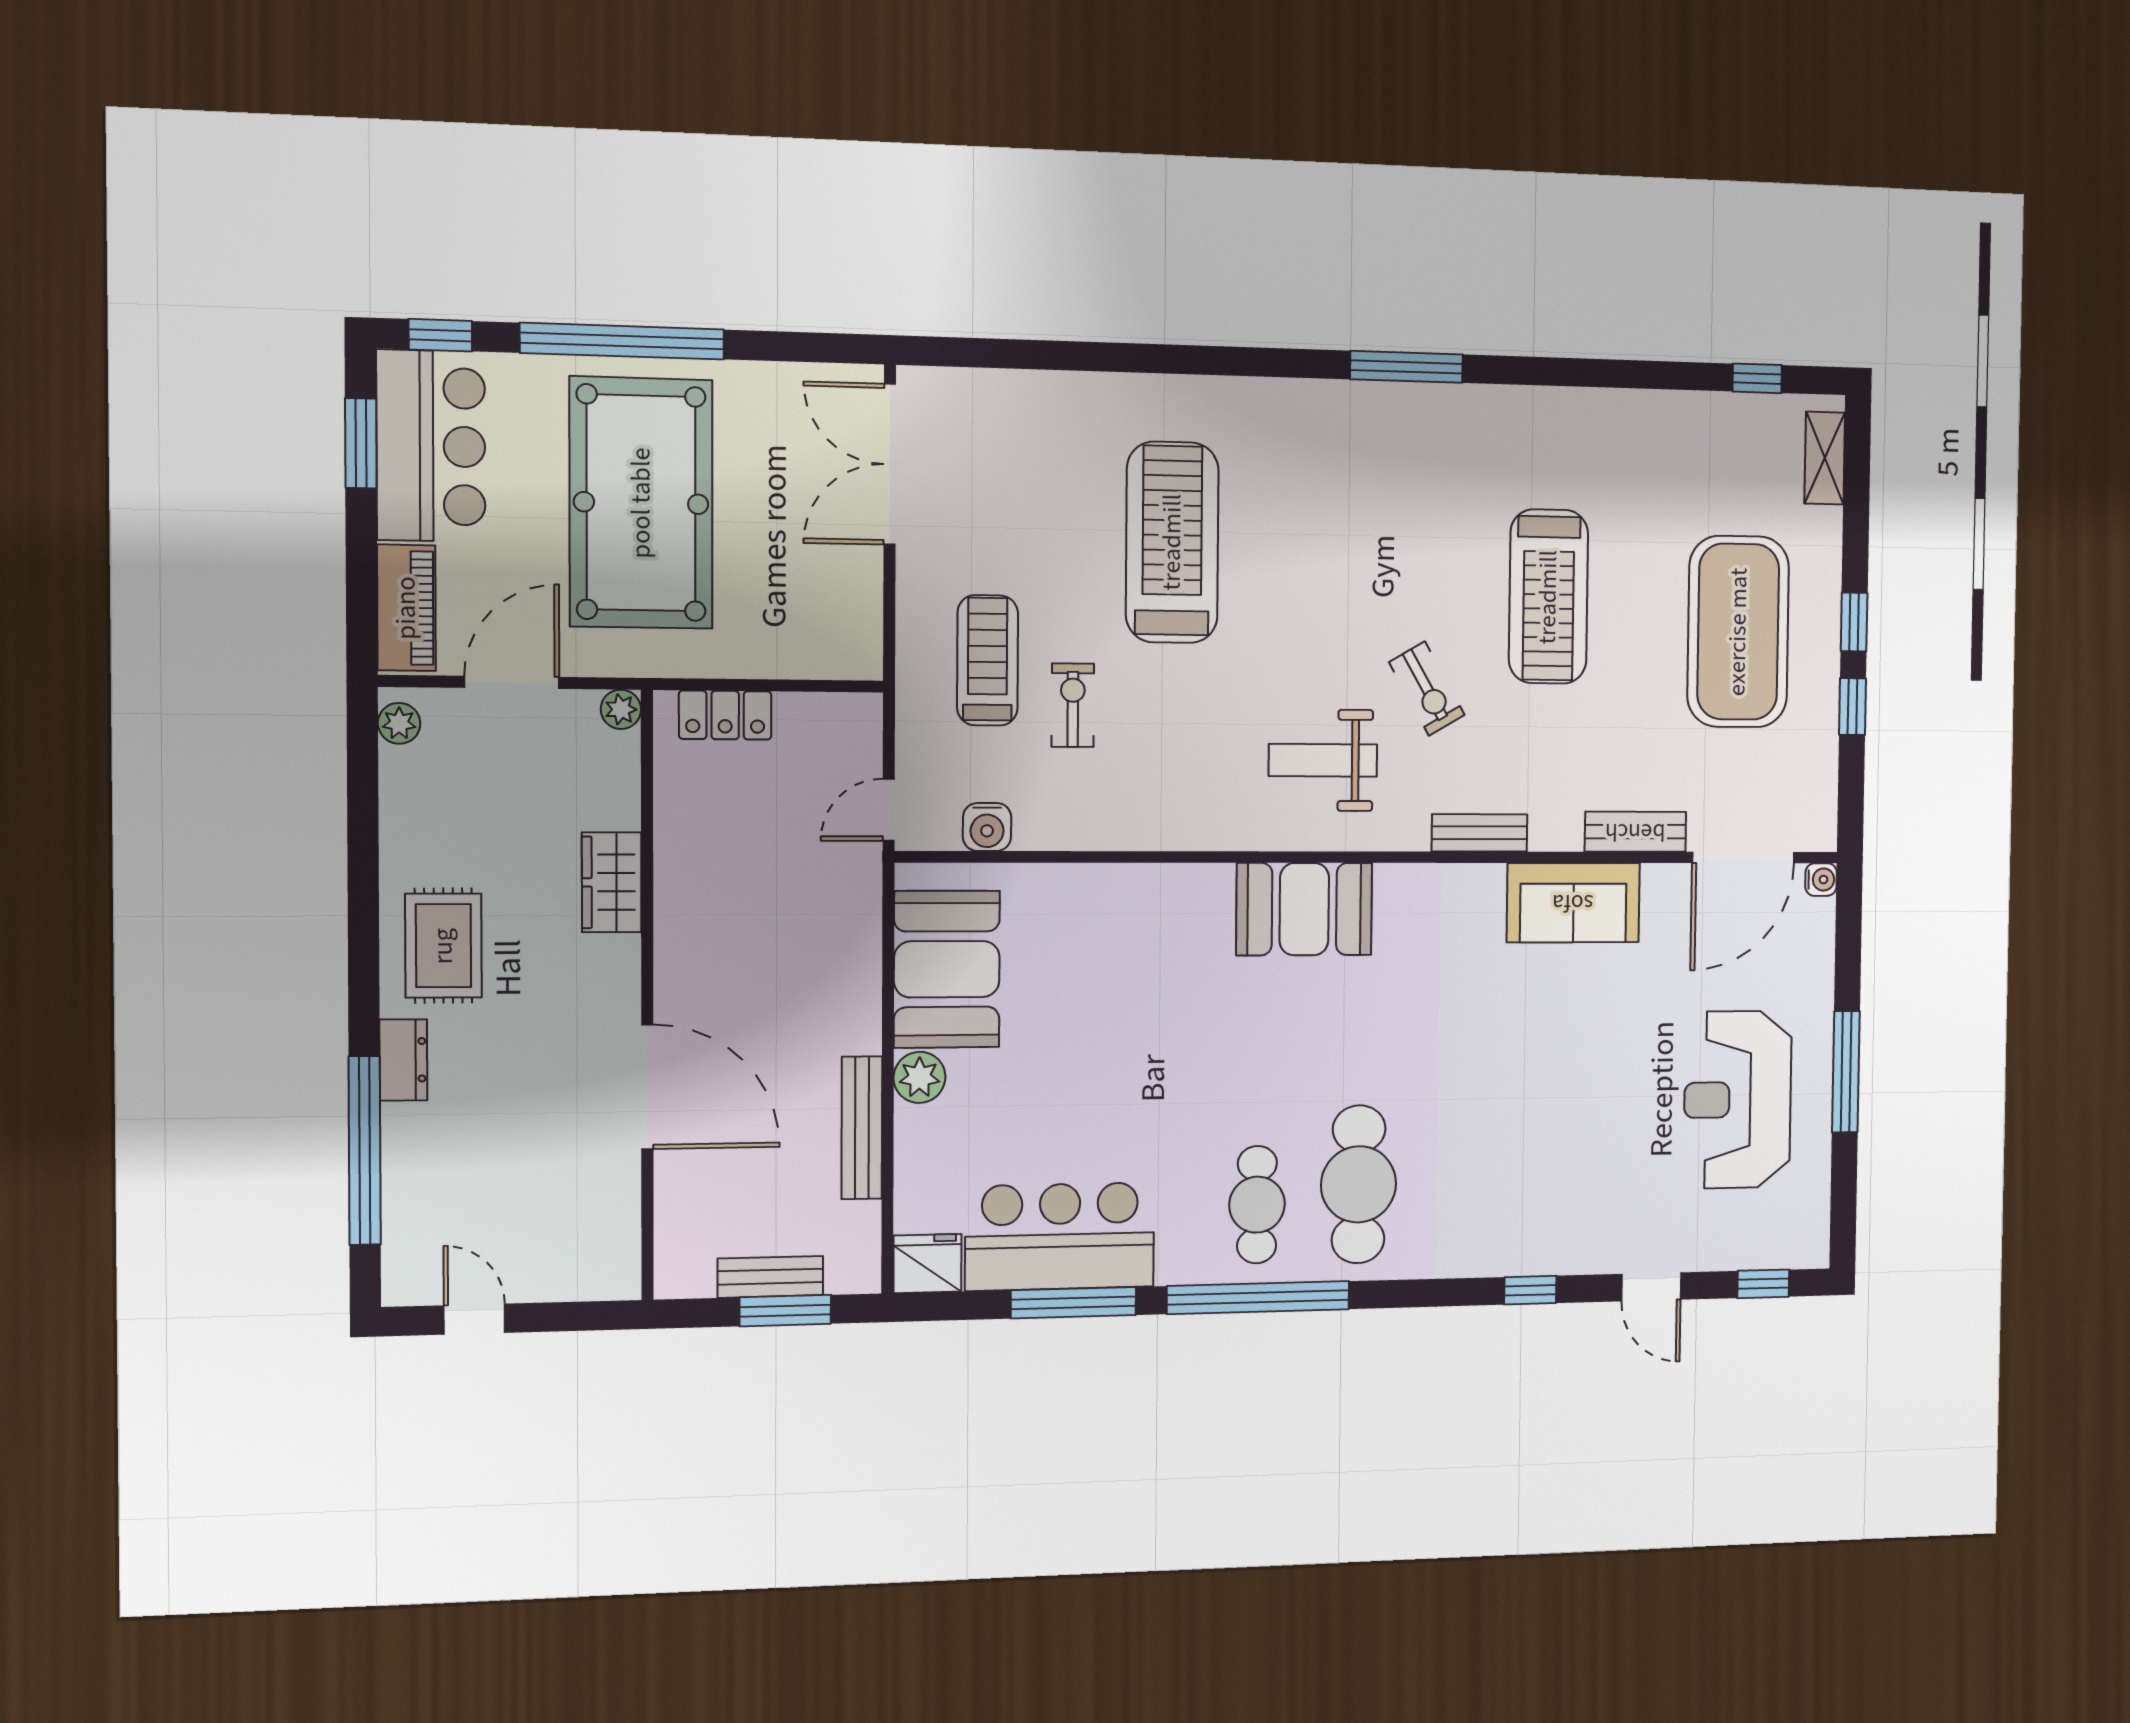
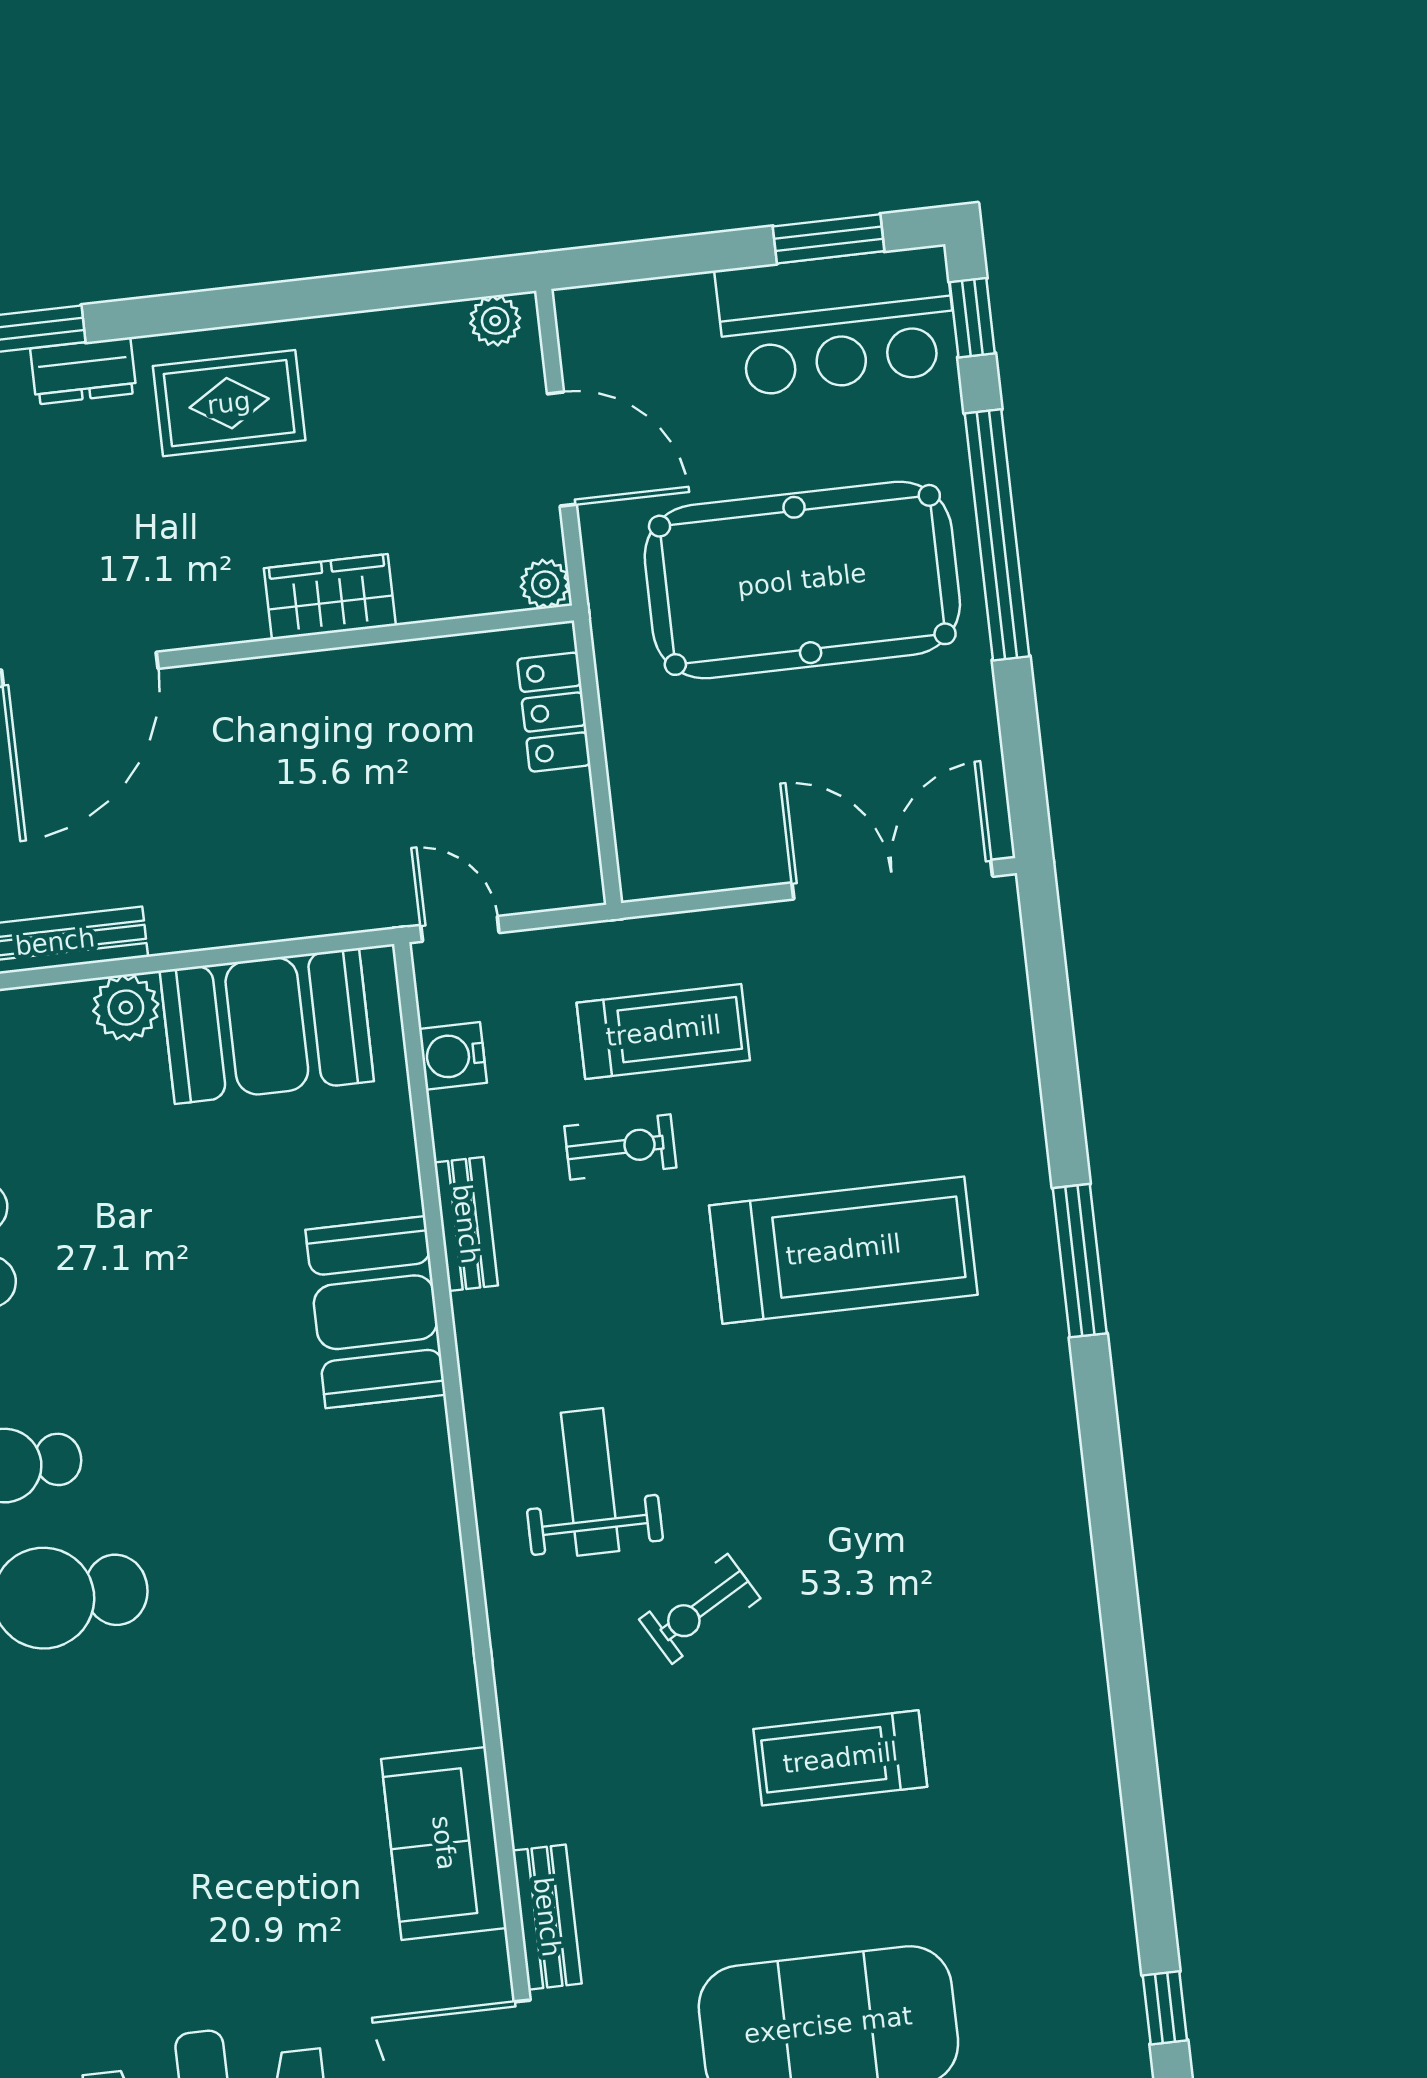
window: (1407, 367) -> (1080, 1261), moved
treadmill: (1548, 597) -> (840, 1758), width x0.73, depth x0.73
piano: (406, 608) -> (637, 314), removed
bench: (1480, 833) -> (466, 1224), moved
booth: (1304, 909) -> (376, 1312), moved

